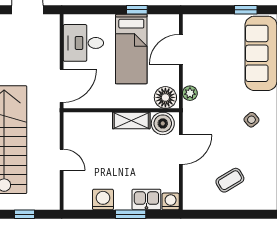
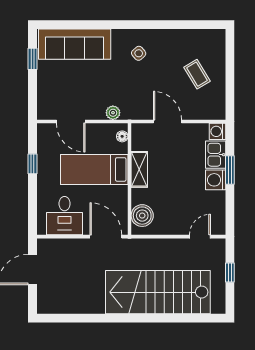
bed: (131, 49) -> (94, 169), moved, turned 180
floor lamp: (165, 97) -> (122, 136), width x0.53, depth x0.53
boiler: (163, 123) -> (142, 216), moved
door: (62, 160) -> (200, 237), moved
washing machine: (103, 200) -> (216, 180), moved

